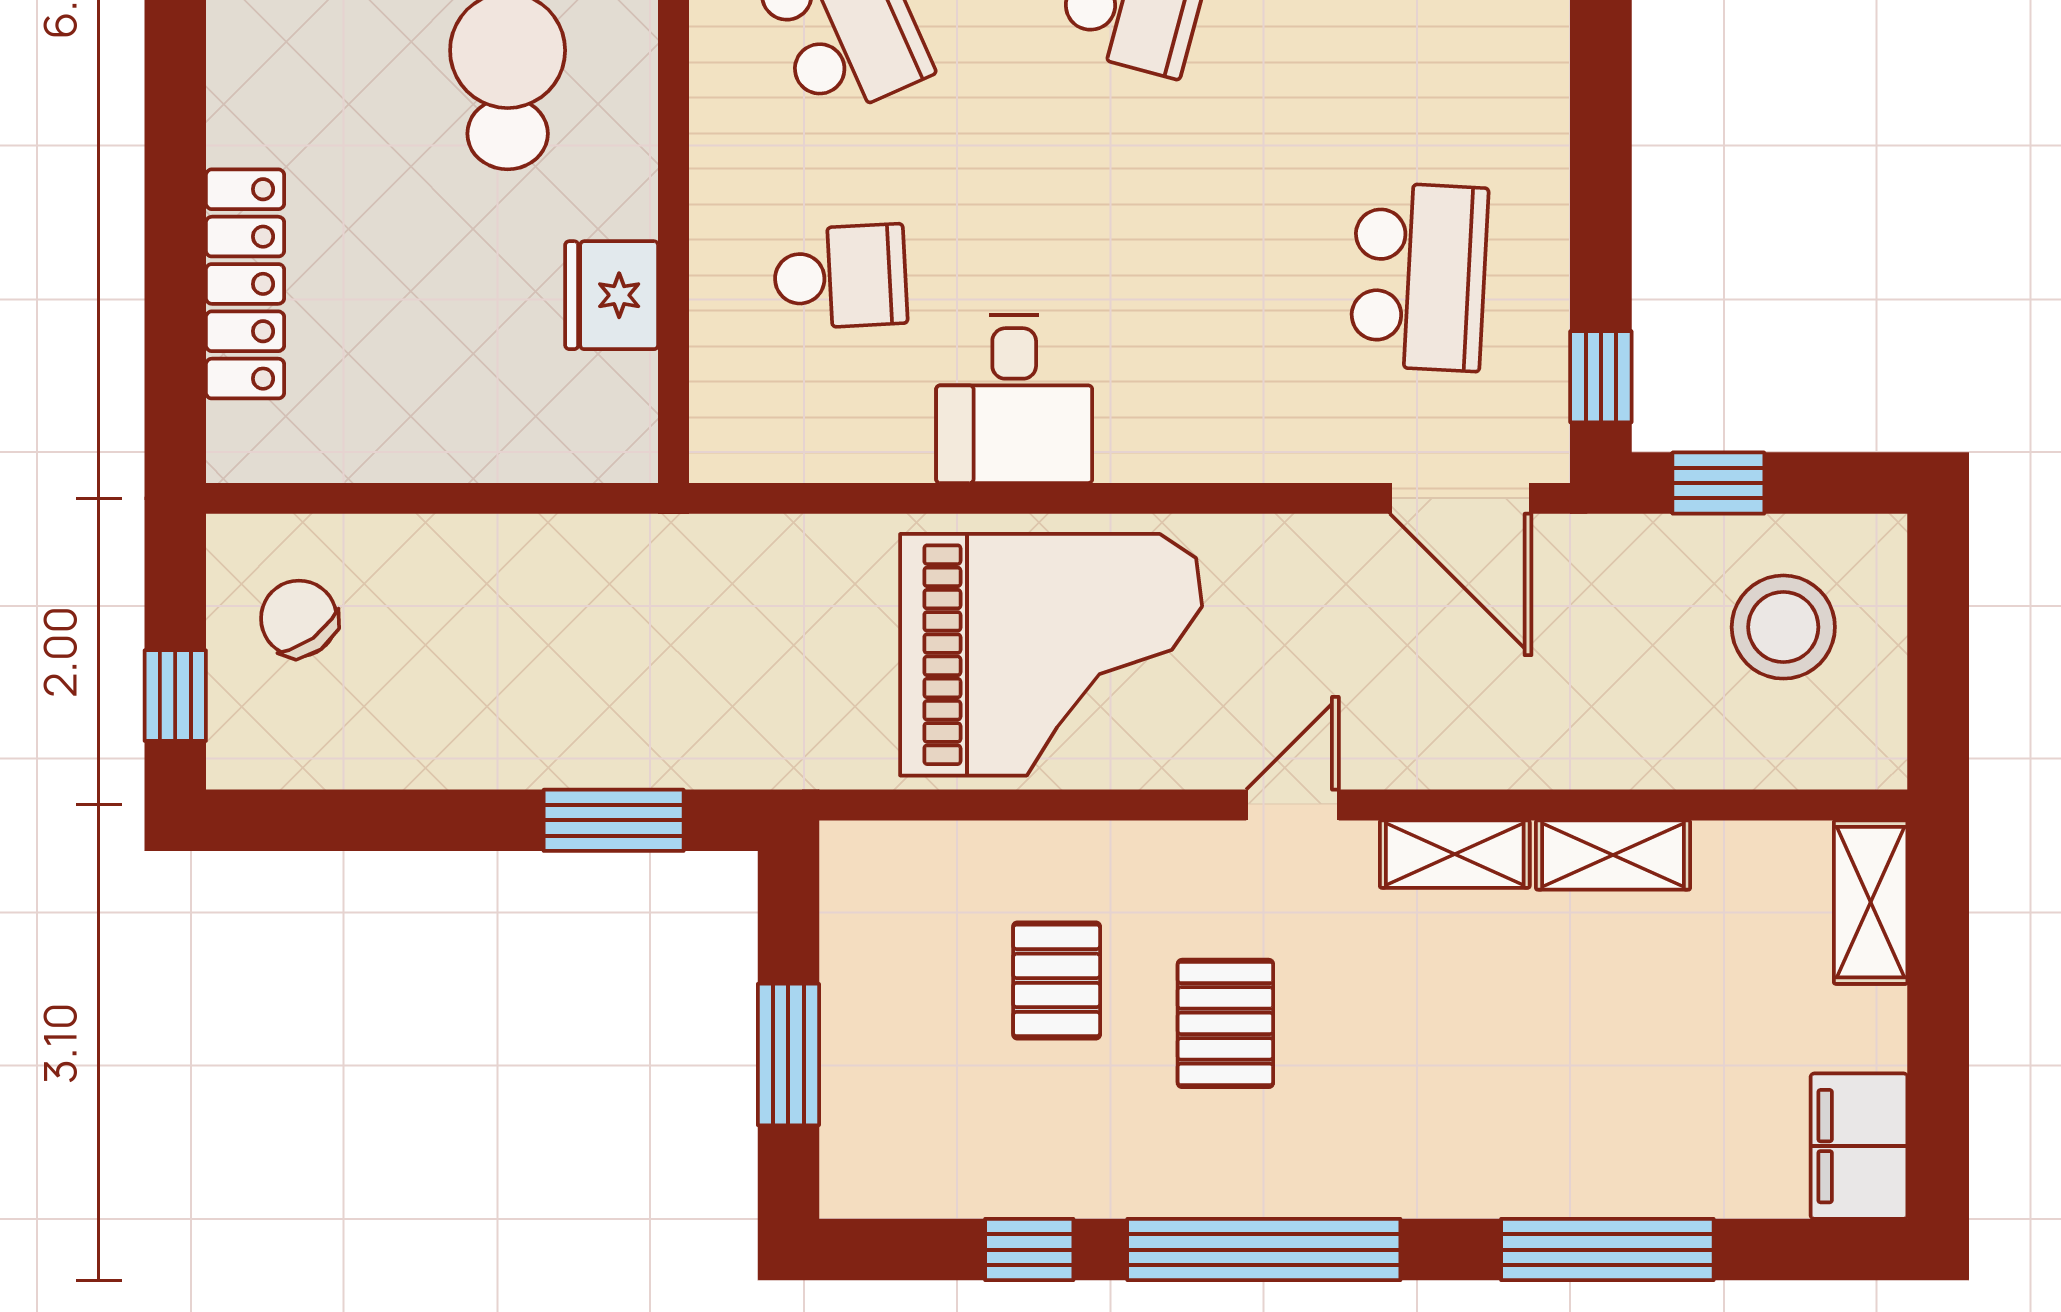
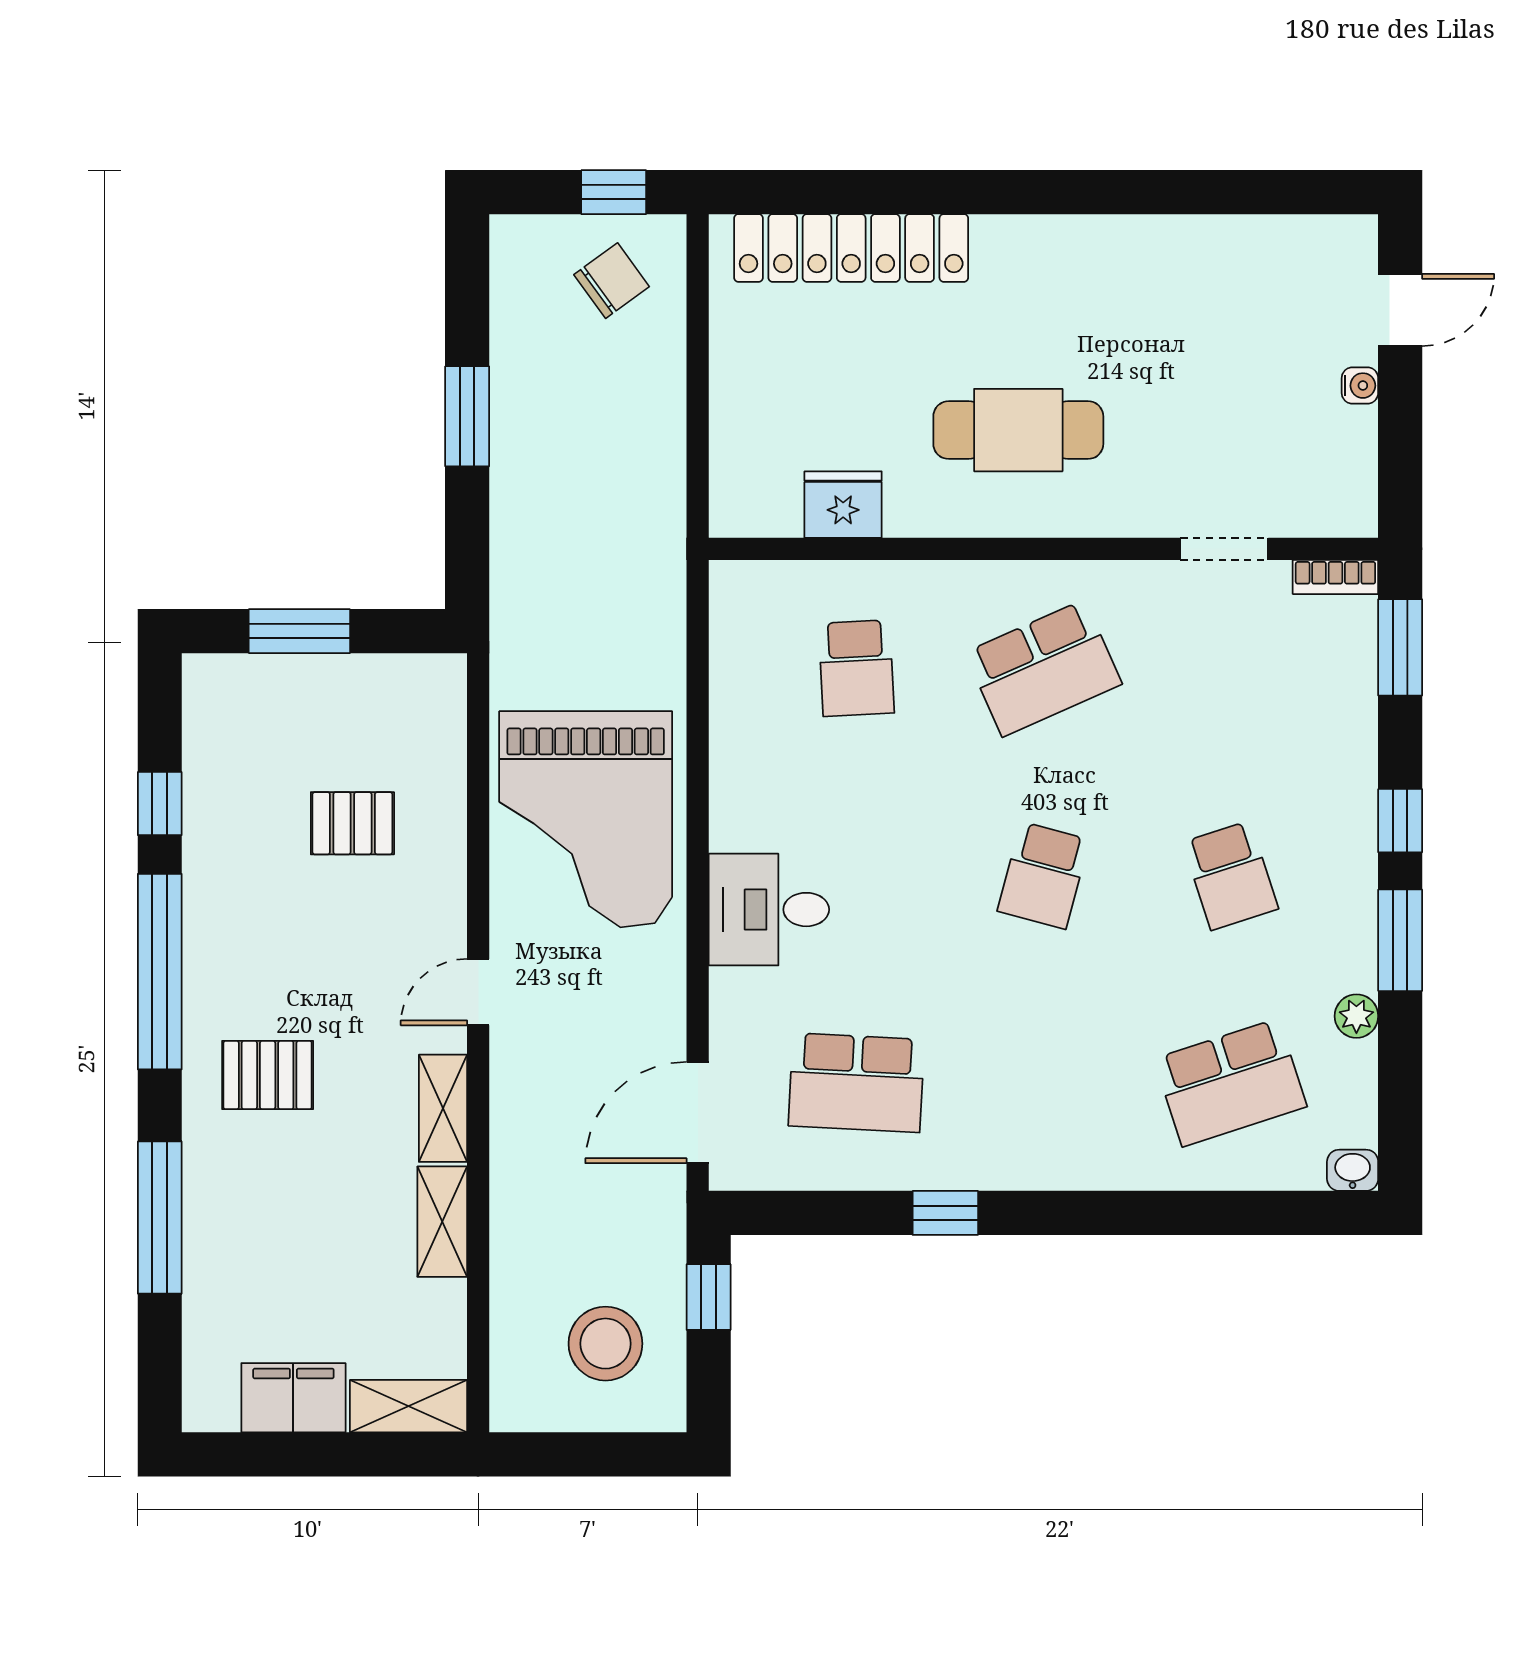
locker: (245, 284) -> (851, 248), width x1.41, depth x1.21
window: (1601, 377) -> (945, 1213), moved
desk: (1014, 399) -> (769, 910), moved
window: (175, 696) -> (614, 192), moved
door: (1292, 805) -> (478, 992), swing flipped
window: (614, 820) -> (467, 416), moved
pallet: (1225, 1023) -> (268, 1075), moved
filing cabinet: (1859, 1146) -> (293, 1398), moved

